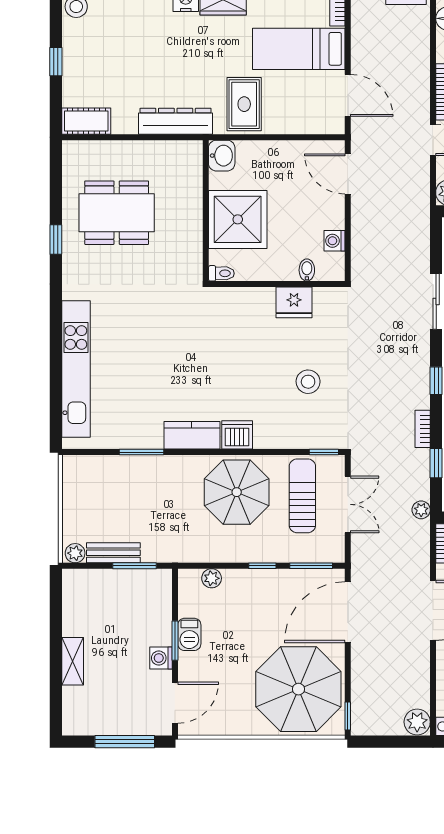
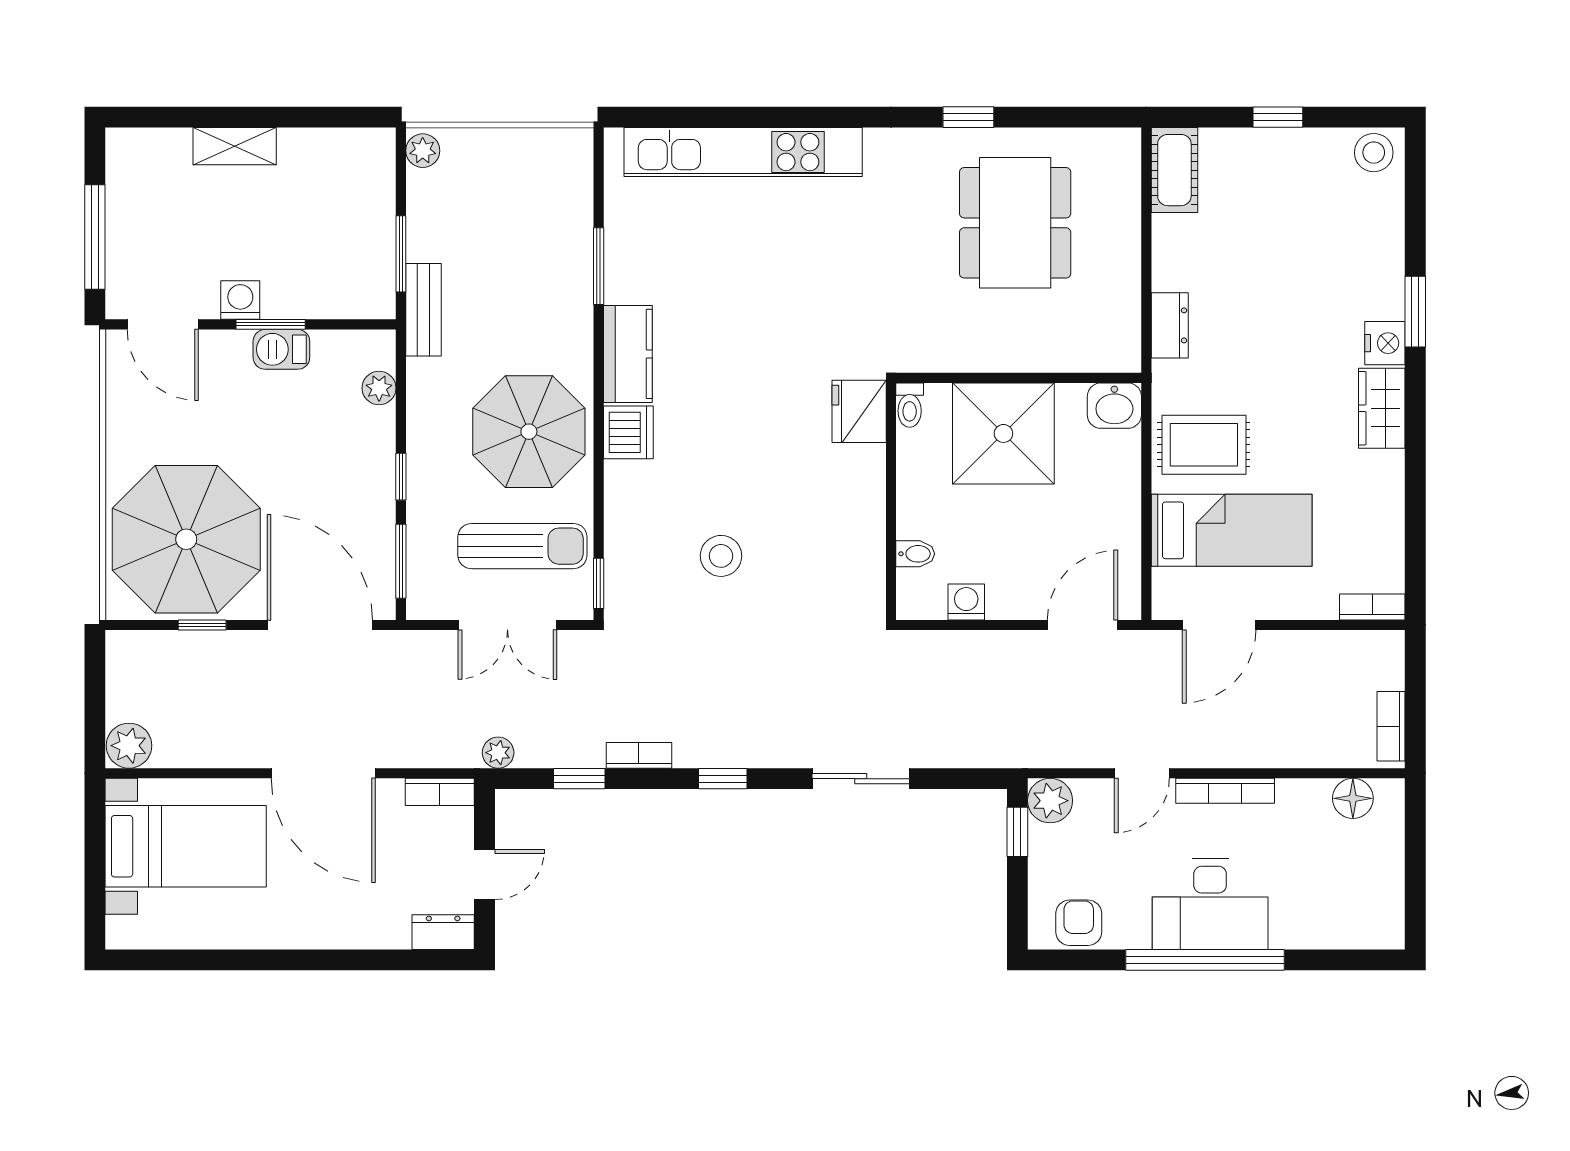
bed: (299, 49) -> (1232, 530), moved, turned 90
dresser: (176, 121) -> (1170, 325), width x0.51, depth x0.80
fridge: (294, 302) -> (859, 411), moved
bench: (113, 553) -> (424, 310), moved
window: (348, 716) -> (202, 625), moved

